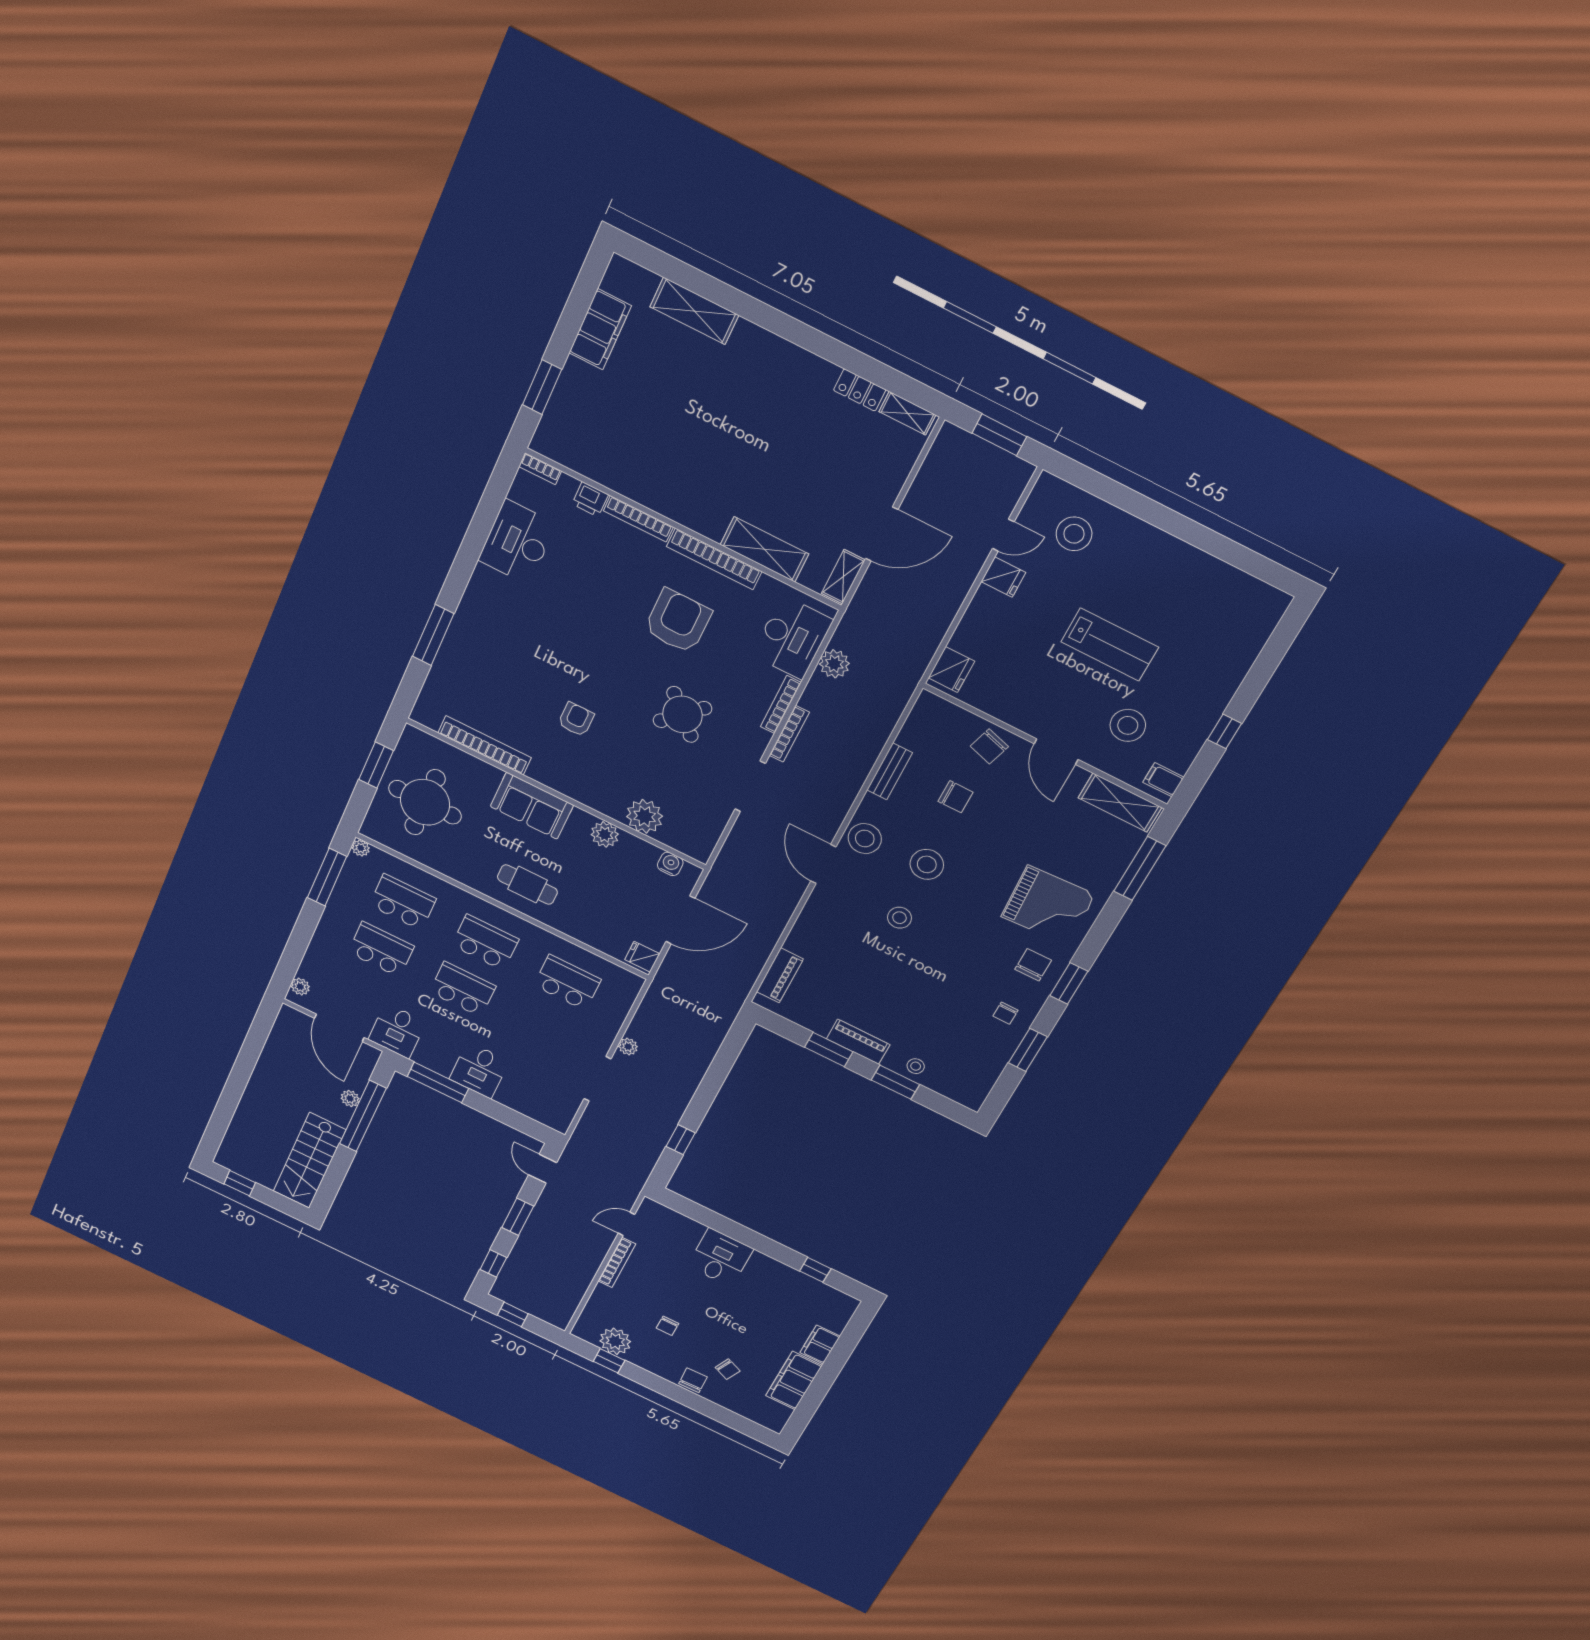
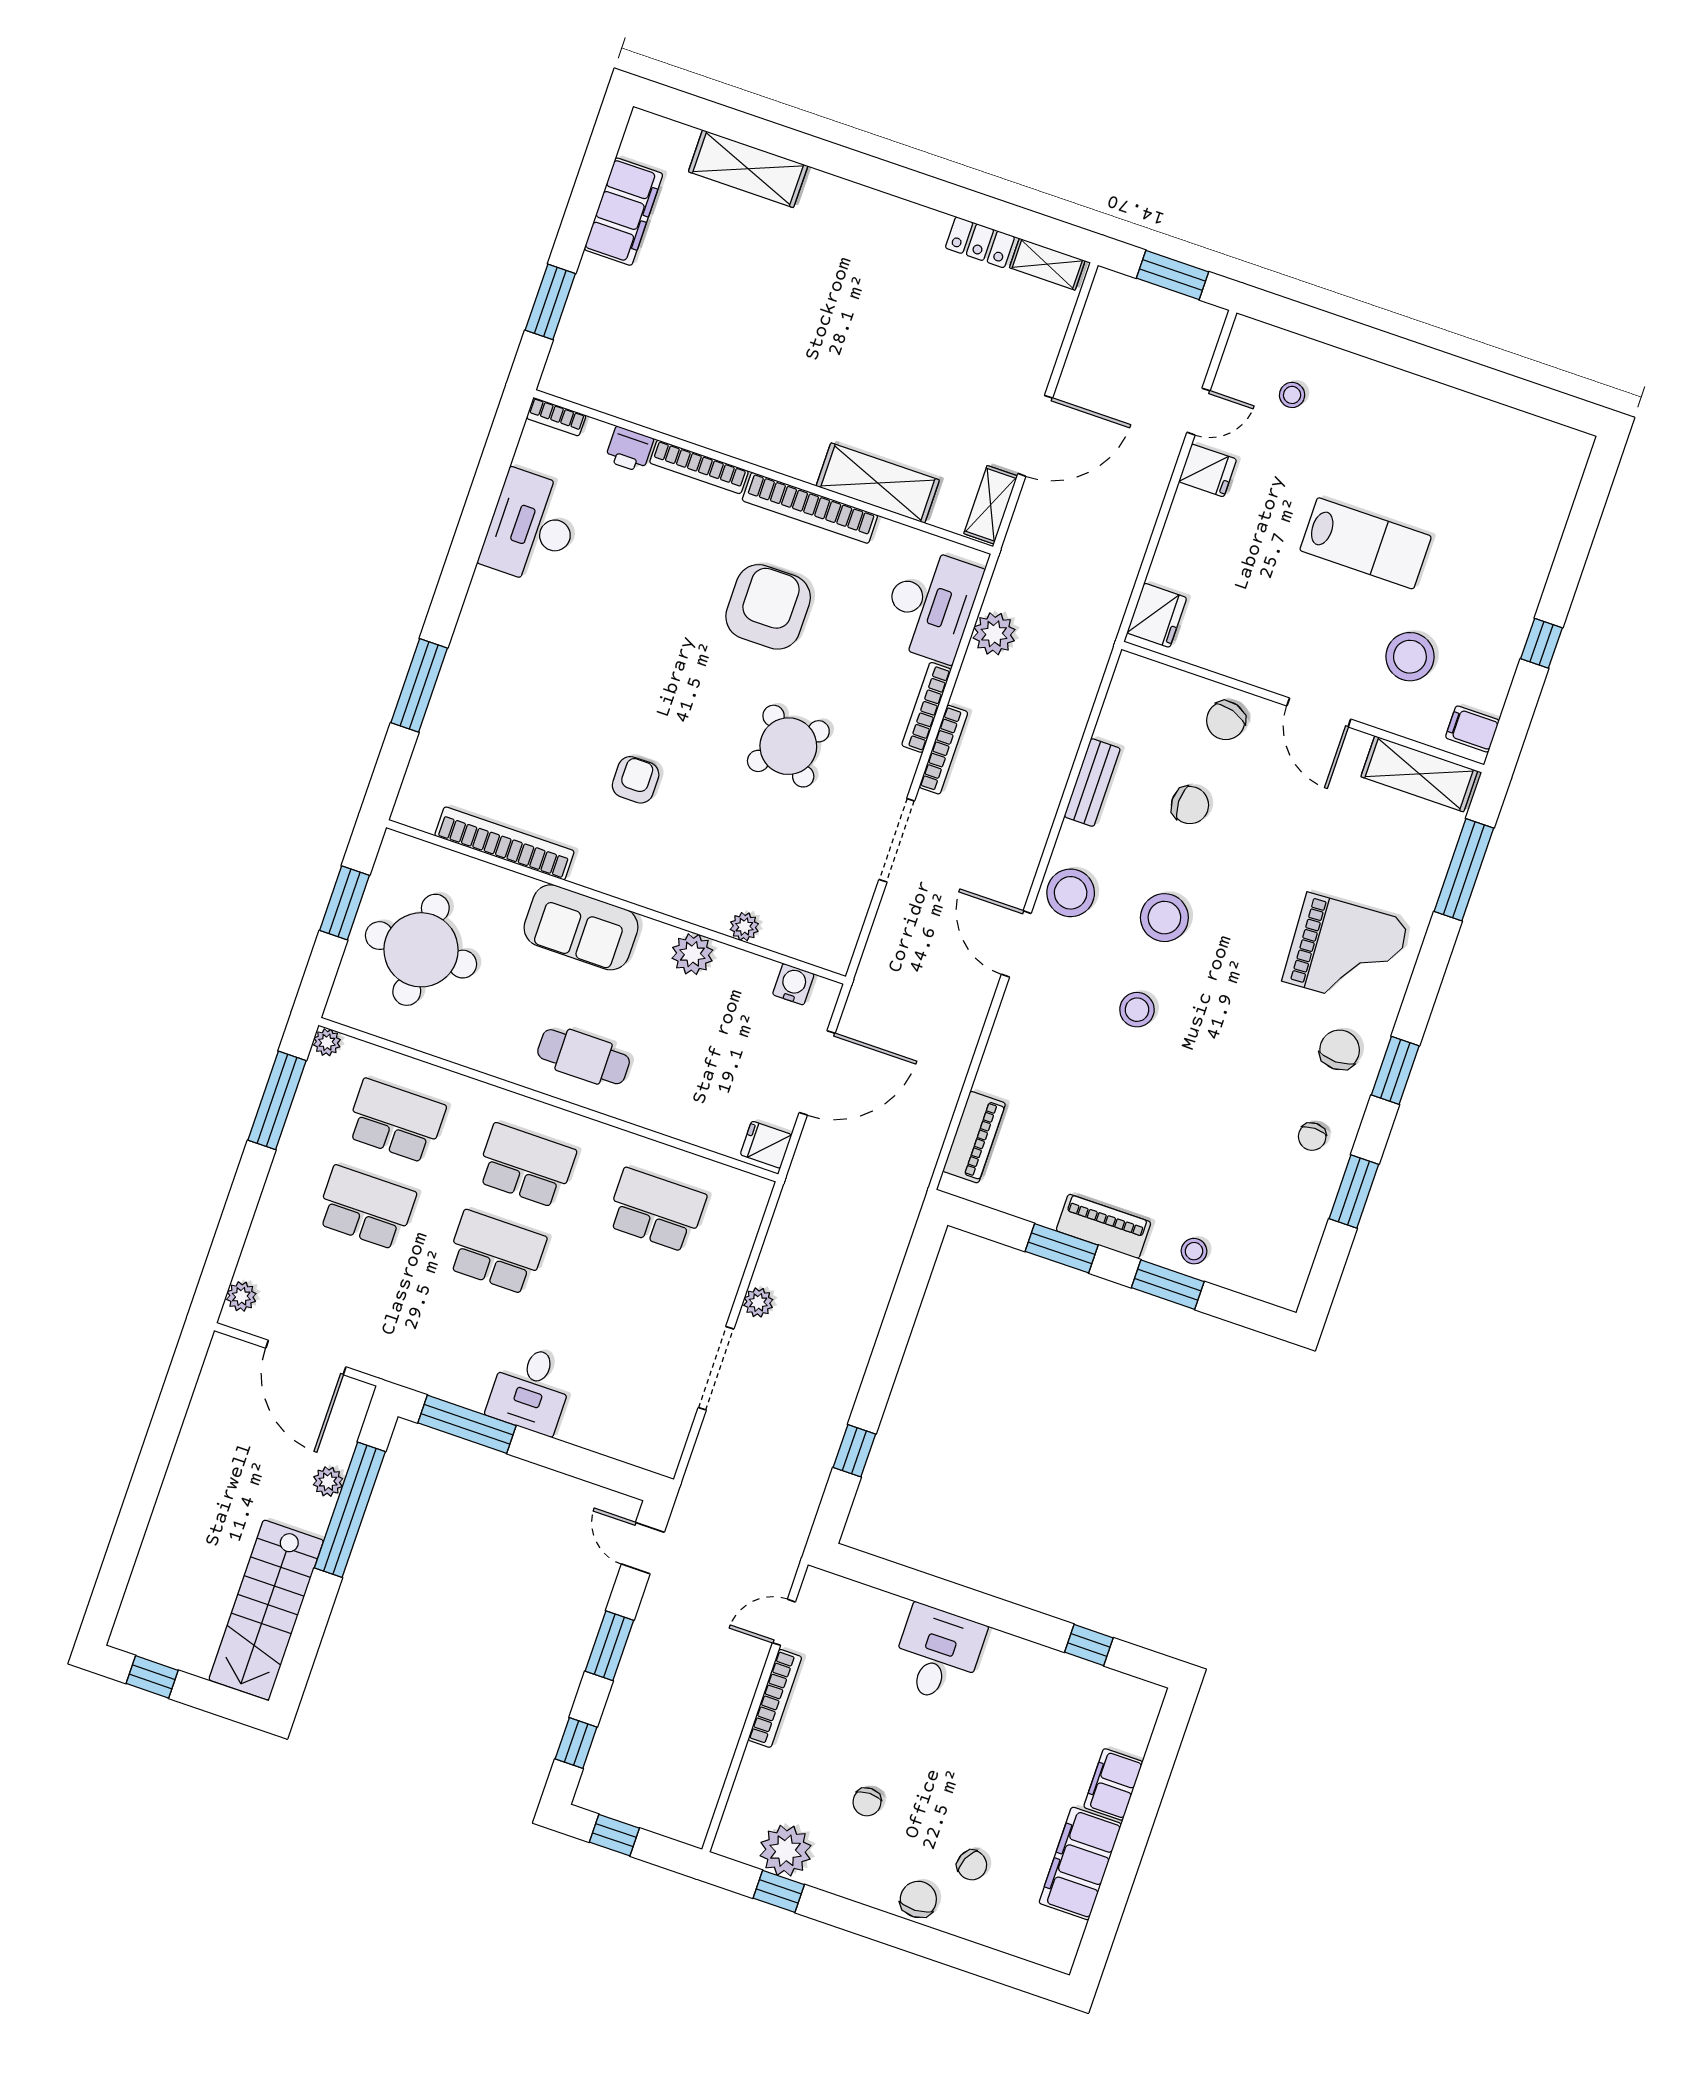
stool: (1074, 534) -> (1292, 395), width x0.53, depth x0.53
plant: (645, 816) -> (744, 927), width x0.53, depth x0.53
desk: (397, 1031) -> (398, 1345), removed

